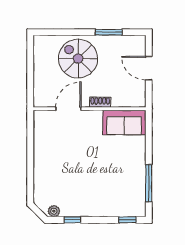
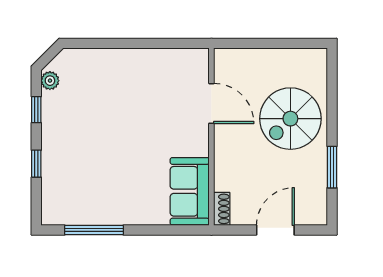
spiral stairs: (78, 59) -> (290, 119), turned 180
shoe rack: (100, 102) -> (222, 209), moved
window: (127, 220) -> (36, 164), moved

